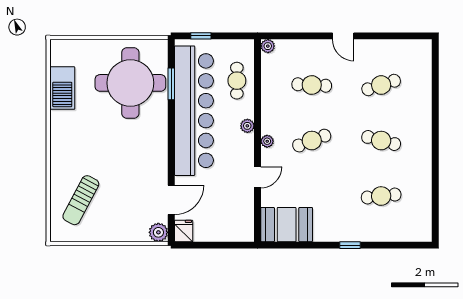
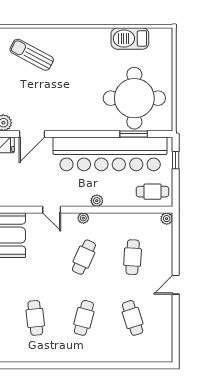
cafe table: (237, 81) -> (152, 192), moved
cafe table: (312, 141) -> (84, 257), turned 45
door: (171, 200) -> (32, 134), hinge flipped

